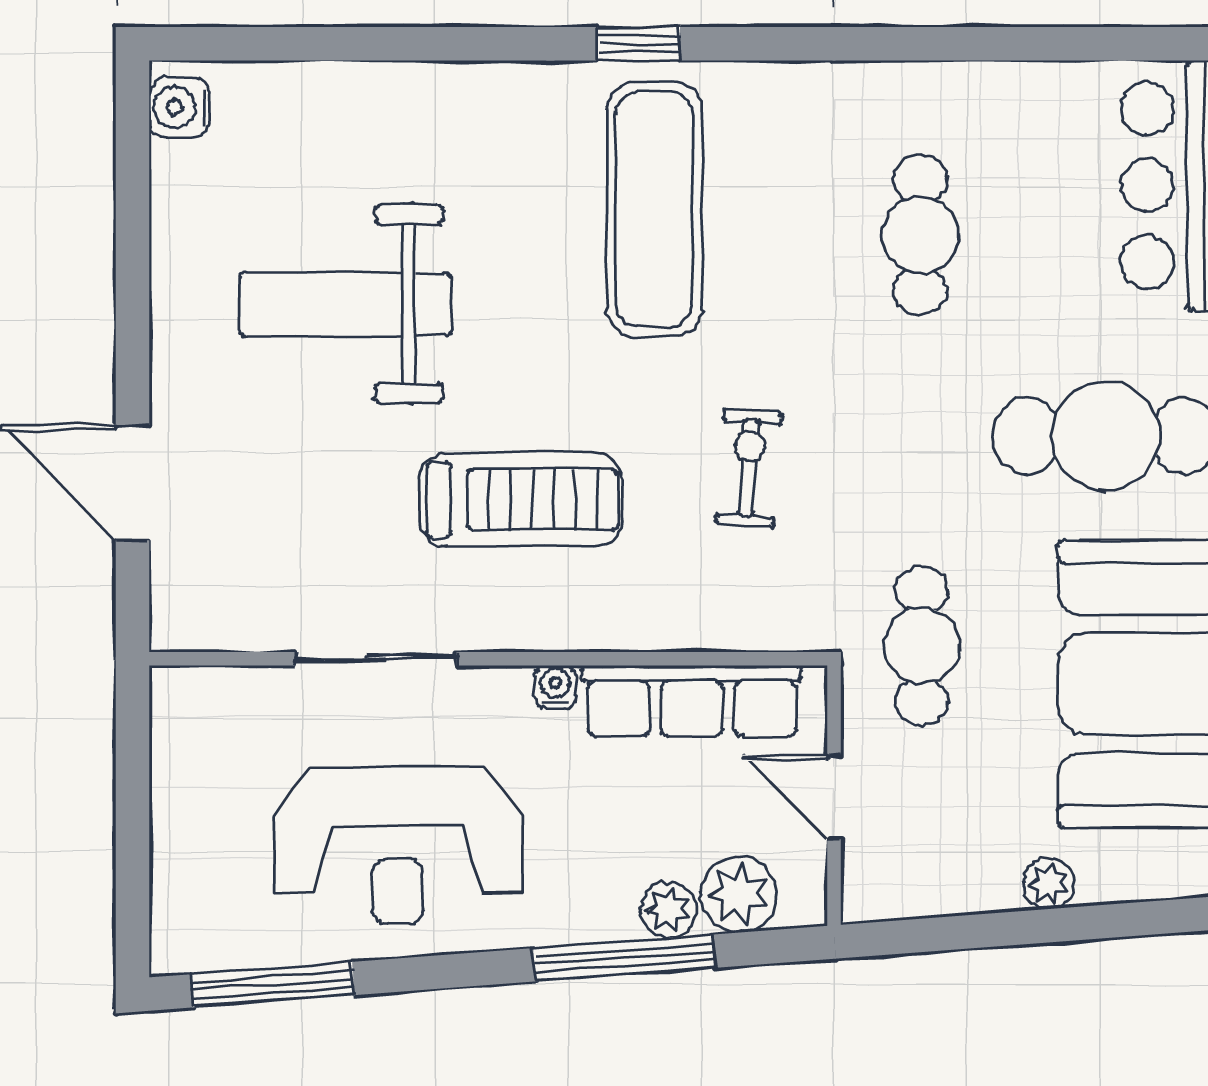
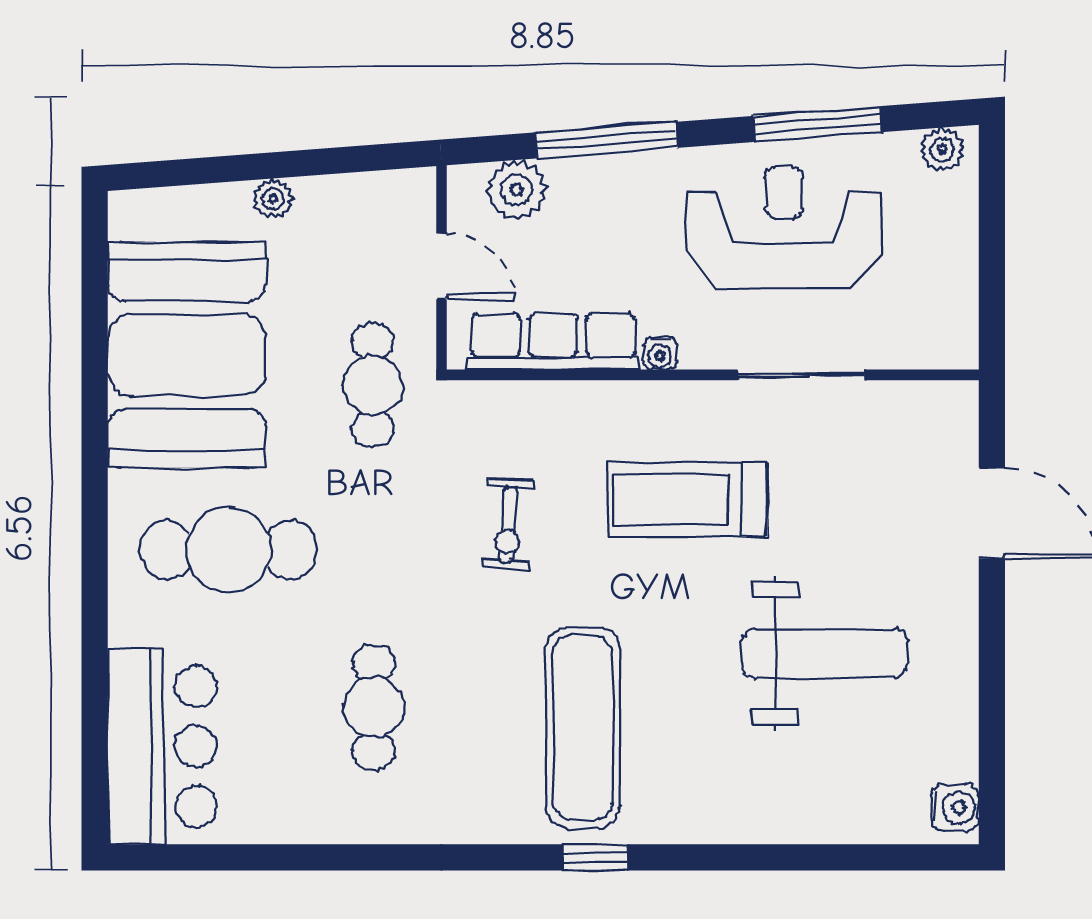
plant: (669, 910) -> (942, 149), moved
window: (273, 985) -> (818, 124), moved

